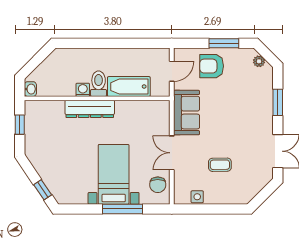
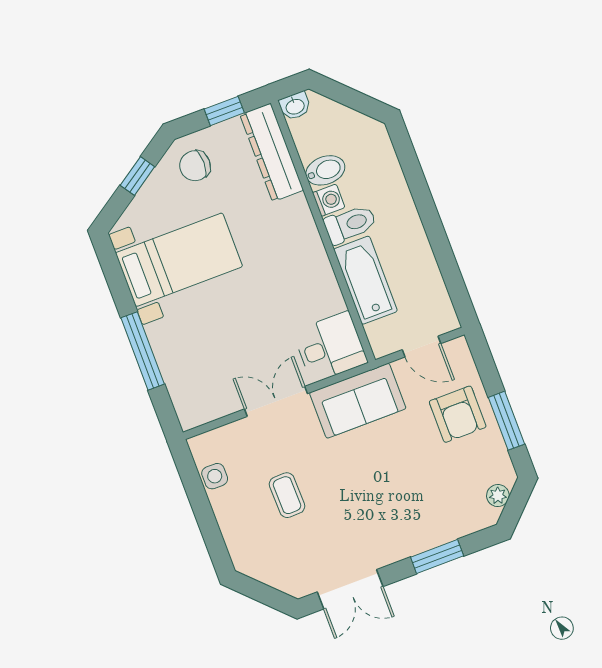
armchair: (212, 66) -> (458, 414), turned 180
bidet: (68, 86) -> (325, 170), added
dresser: (90, 109) -> (272, 152), moved
desk: (155, 116) -> (330, 347), added
bed with nightstands: (114, 174) -> (179, 260), moved
chair: (158, 185) -> (195, 166), moved
window: (43, 190) -> (137, 176), moved

